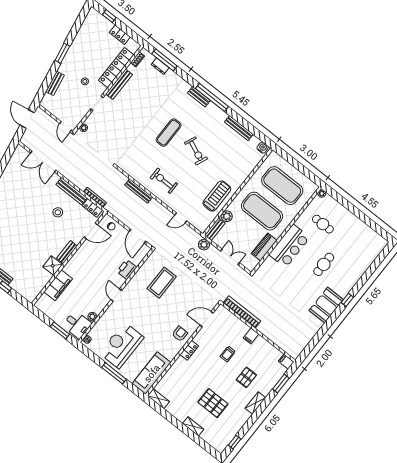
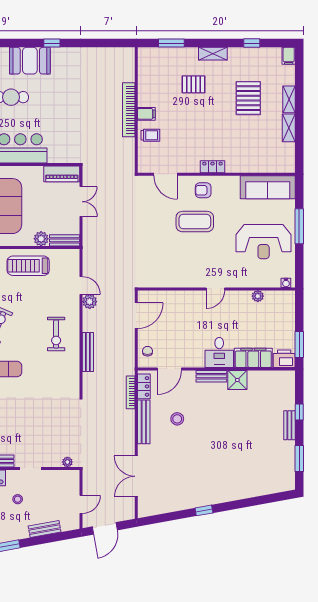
door: (66, 127) -> (81, 504), moved
double door: (43, 162) -> (136, 476), swing flipped
door: (91, 231) -> (169, 369), swing flipped
plant: (204, 245) -> (90, 302), moved
piano: (264, 247) -> (62, 174), moved
double door: (230, 257) -> (81, 202), swing flipped
printer: (127, 269) -> (284, 359), moved, turned 180
coffee table: (162, 283) -> (195, 222), moved
window: (347, 300) -> (52, 43), moved
booth: (326, 305) -> (30, 61), moved
bookcase: (242, 312) -> (129, 110), moved
desk: (77, 325) -> (219, 352), moved, turned 180
window: (60, 330) -> (299, 344), moved
trolley: (228, 354) -> (150, 135), moved
filing cabinet: (286, 362) -> (289, 56), moved
shelving: (158, 399) -> (289, 128), moved
window: (235, 442) -> (252, 43), moved

